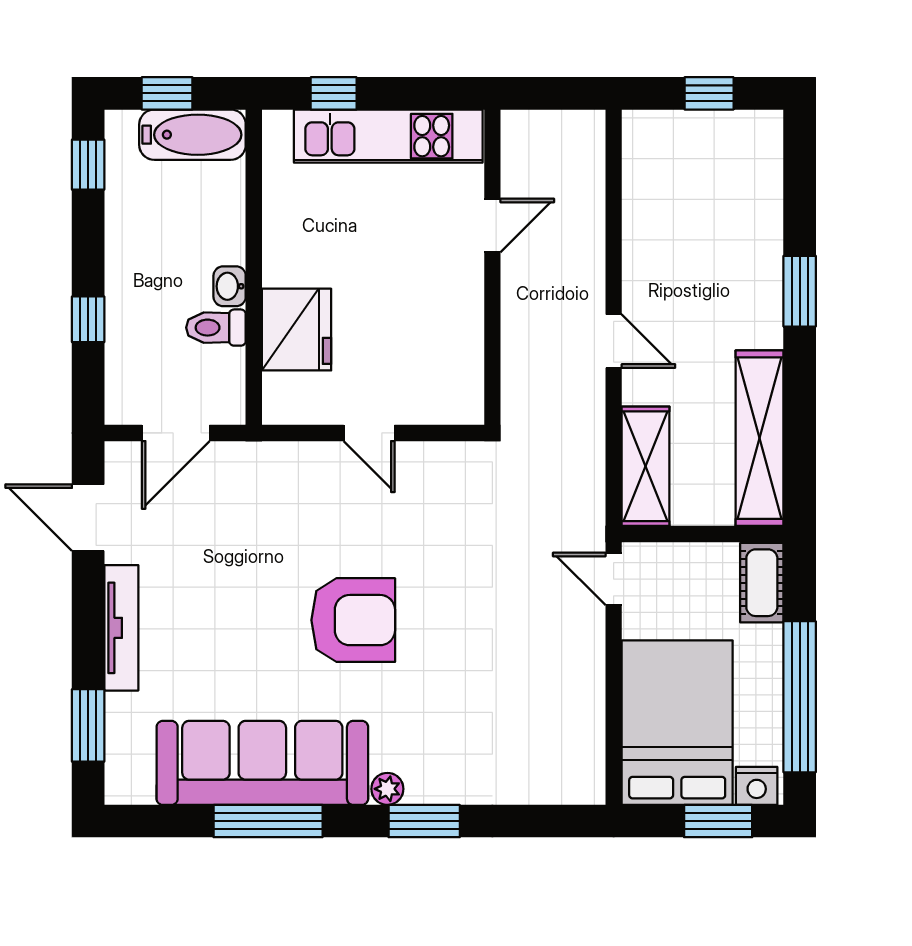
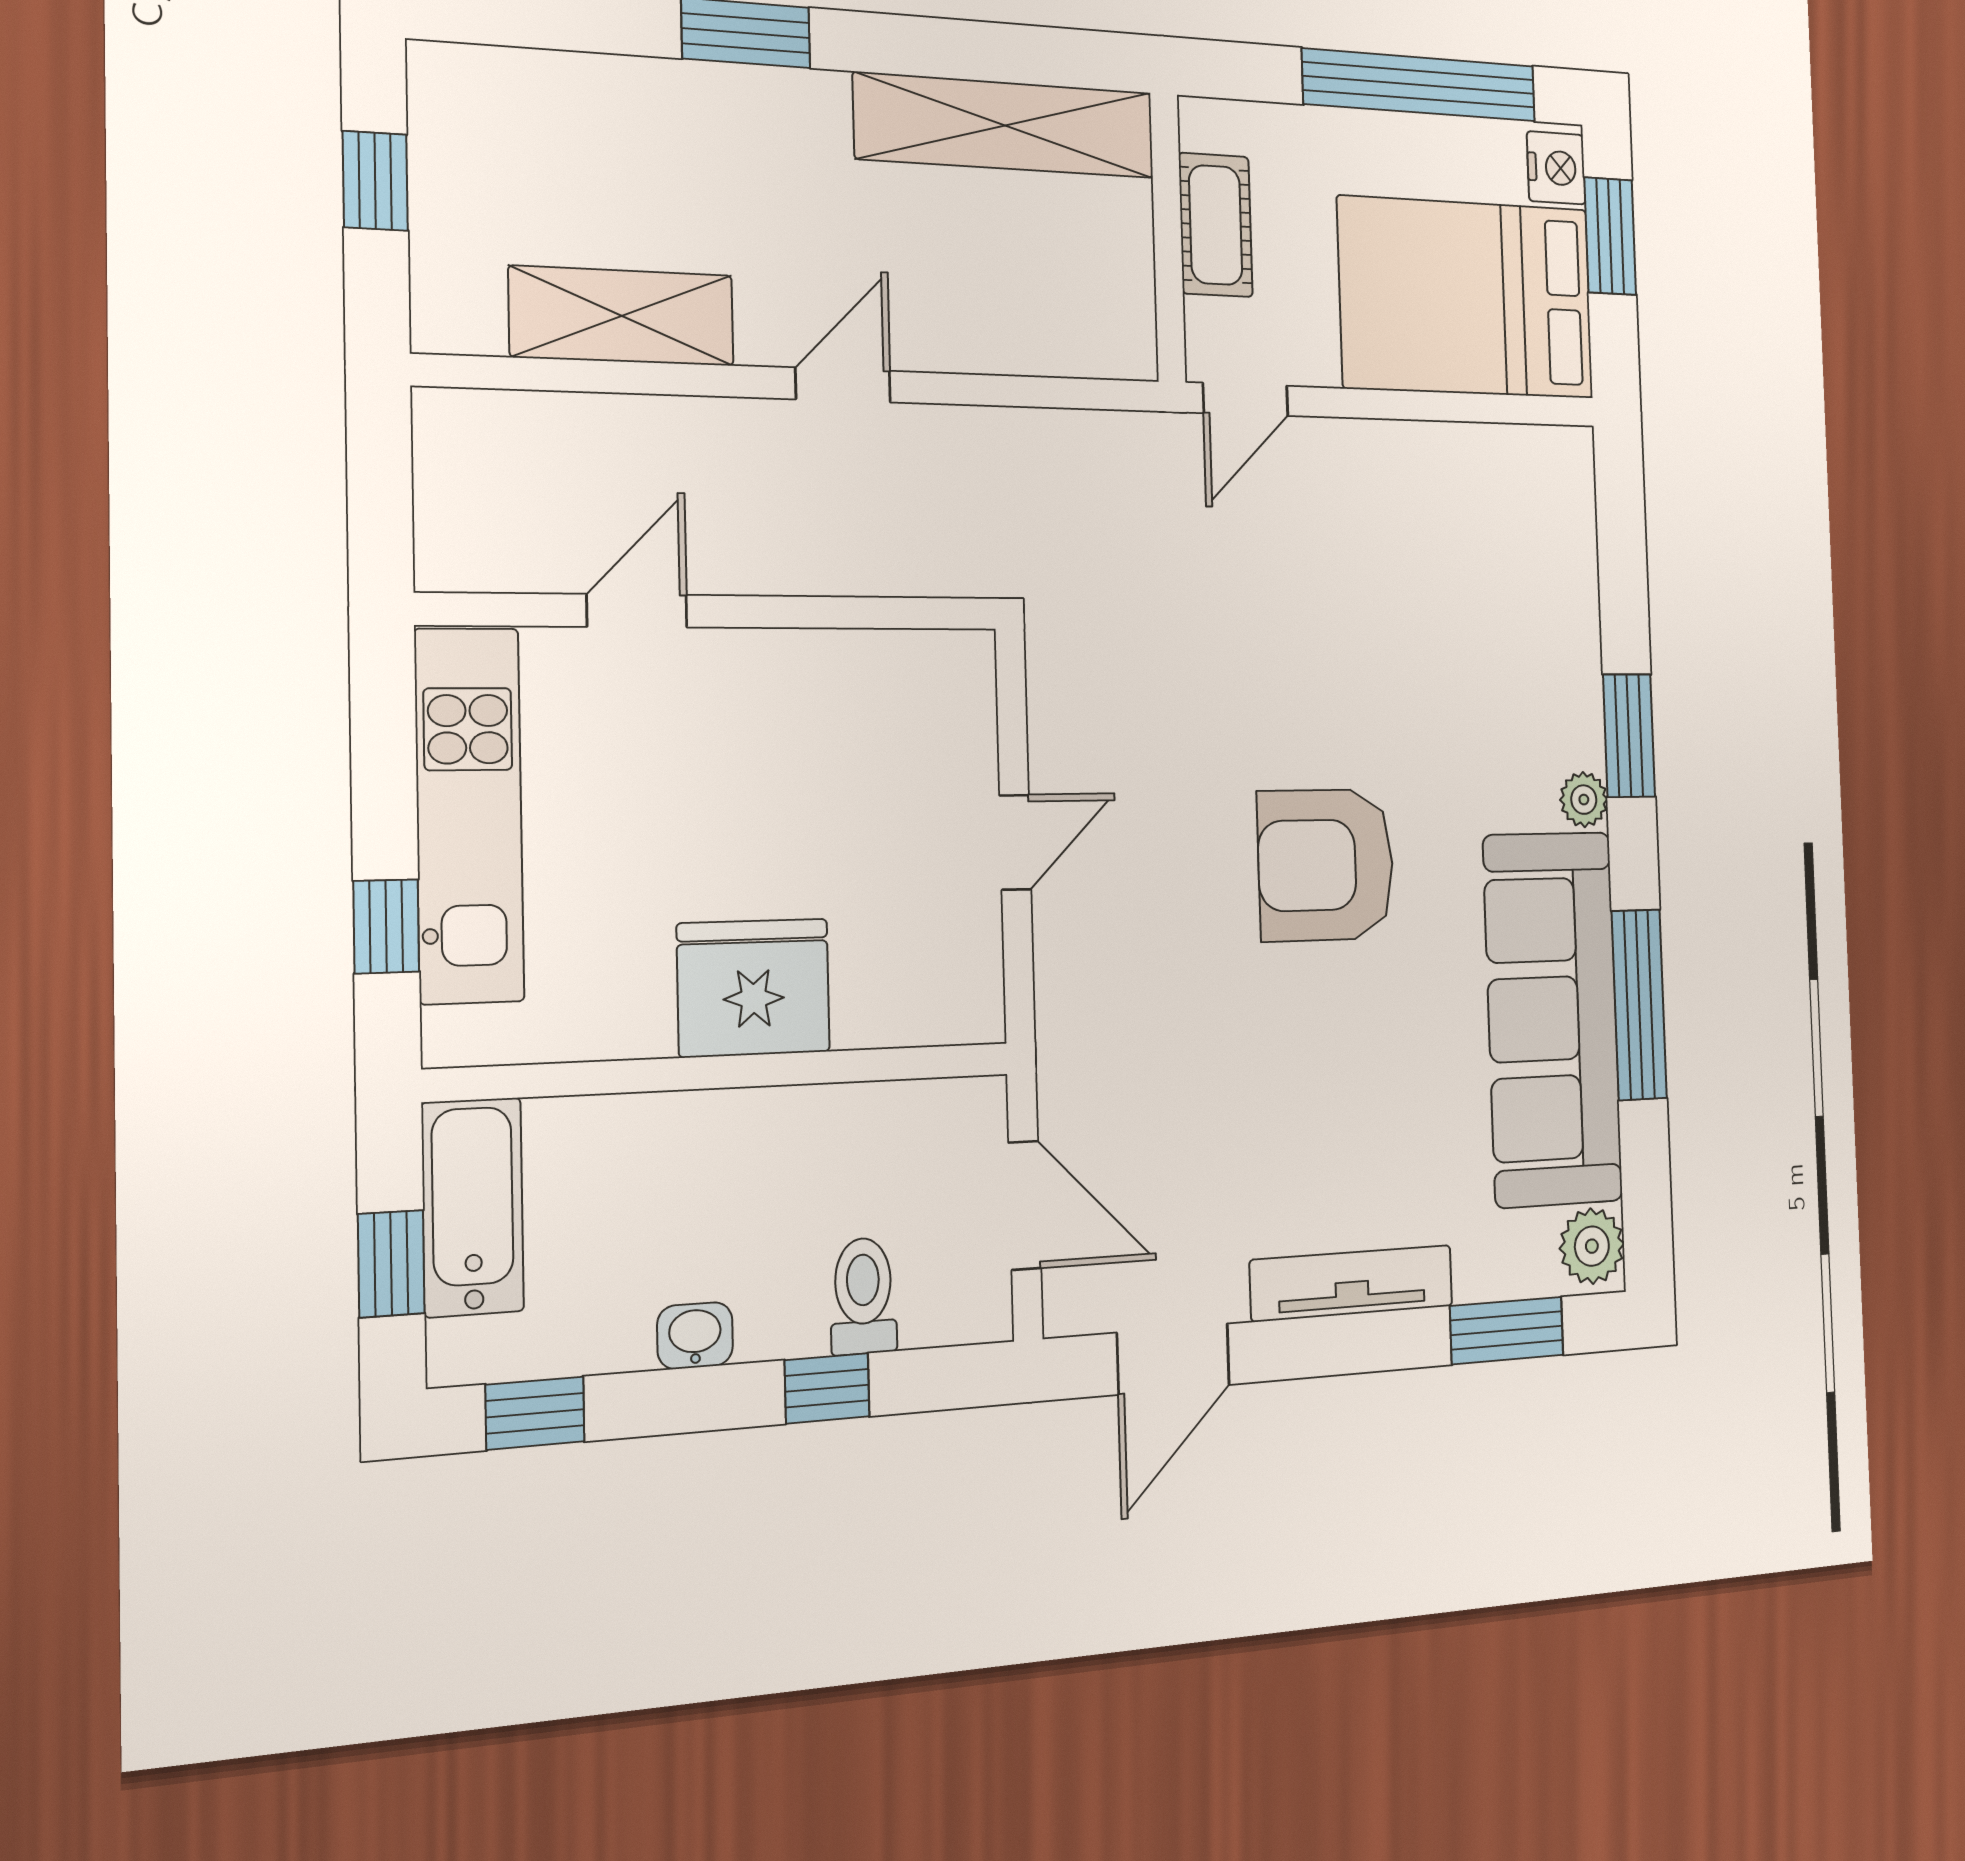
door: (492, 225) -> (637, 611), hinge flipped
washbasin: (230, 286) -> (695, 1336), moved, turned 180
toilet: (216, 328) -> (863, 1296), moved, turned 180
fridge: (297, 330) -> (754, 988), moved
shelving: (646, 466) -> (622, 316), moved
cot: (762, 583) -> (1216, 225), moved, turned 90
armchair: (353, 620) -> (1326, 865), turned -90
plant: (132, 783) -> (1592, 1246), added

